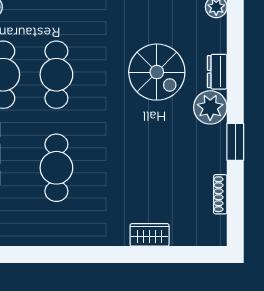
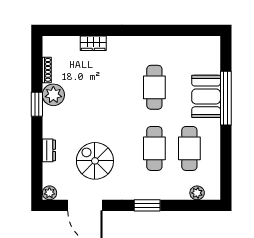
spiral stairs: (157, 72) -> (95, 161), moved
plant: (210, 107) -> (53, 95), moved

